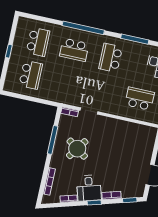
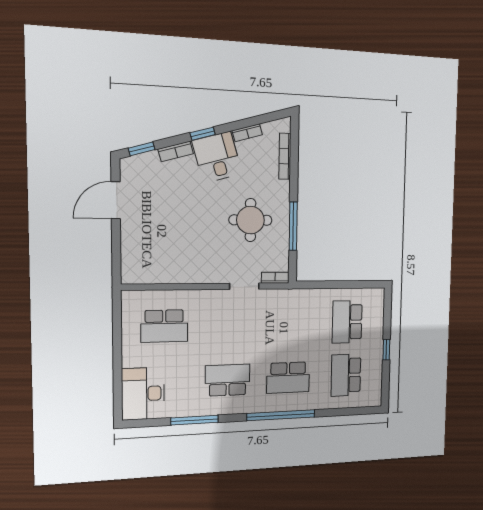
school desk: (74, 50) -> (288, 378), turned 180
school desk: (111, 58) -> (228, 380), turned -90
round table: (77, 149) -> (250, 220), turned -35

